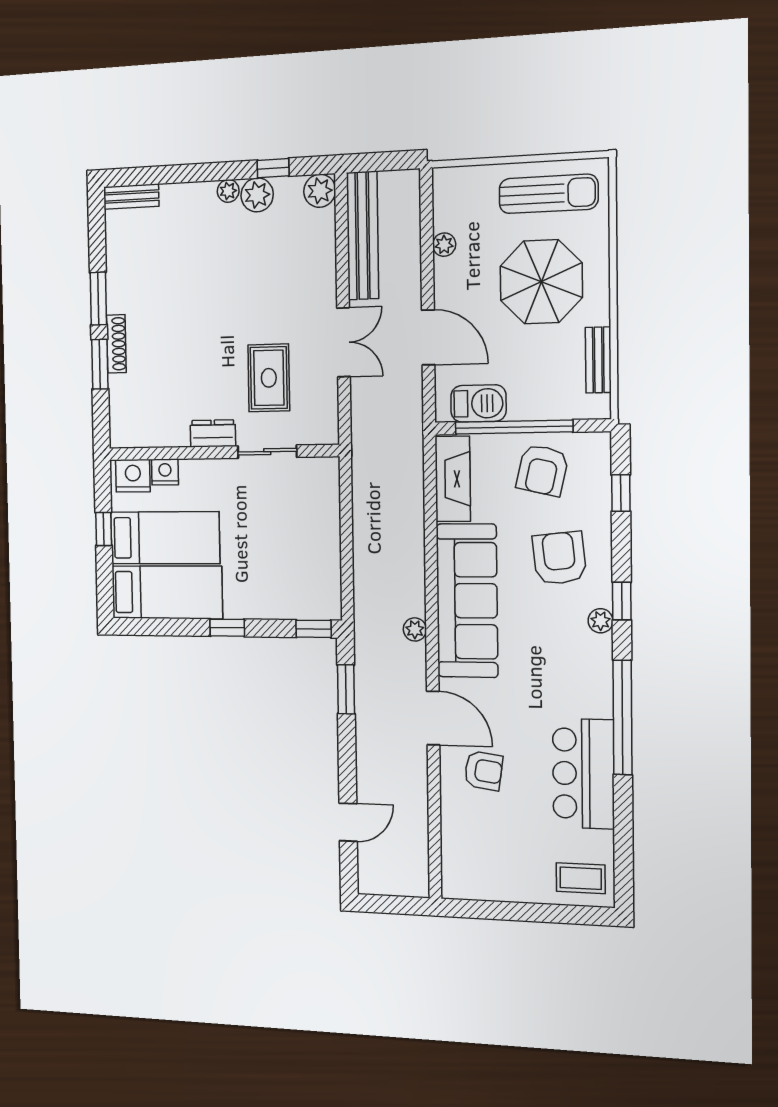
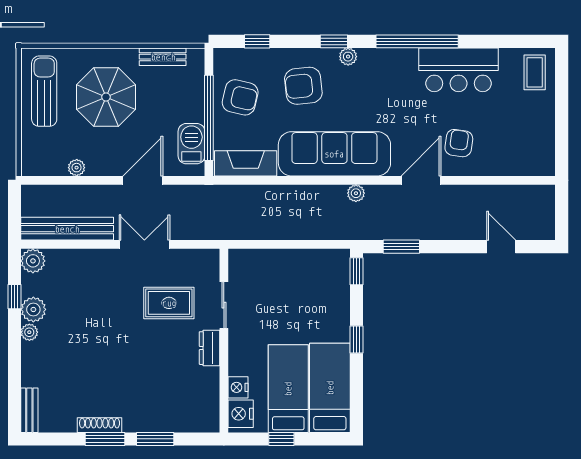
shoe rack: (116, 344) -> (100, 425), moved

